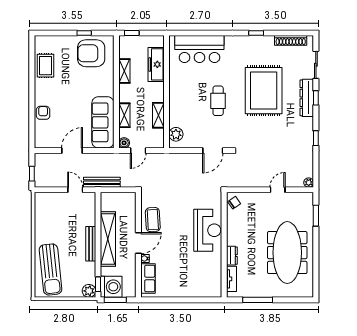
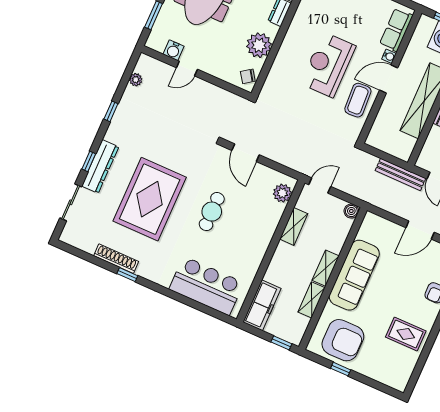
shoe rack: (291, 40) -> (116, 259), moved
freezer: (156, 64) -> (262, 305), moved
rug: (45, 66) -> (406, 334), moved, turned 90
shelving: (124, 115) -> (326, 268), moved
sofa: (103, 122) -> (354, 275), moved
door: (138, 151) -> (320, 186), moved
door: (213, 151) -> (246, 153), swing flipped
plant: (309, 183) -> (136, 80), moved
water cooler: (292, 198) -> (173, 50), added
plant: (236, 227) -> (259, 45), added
reception desk: (207, 230) -> (328, 65), moved

